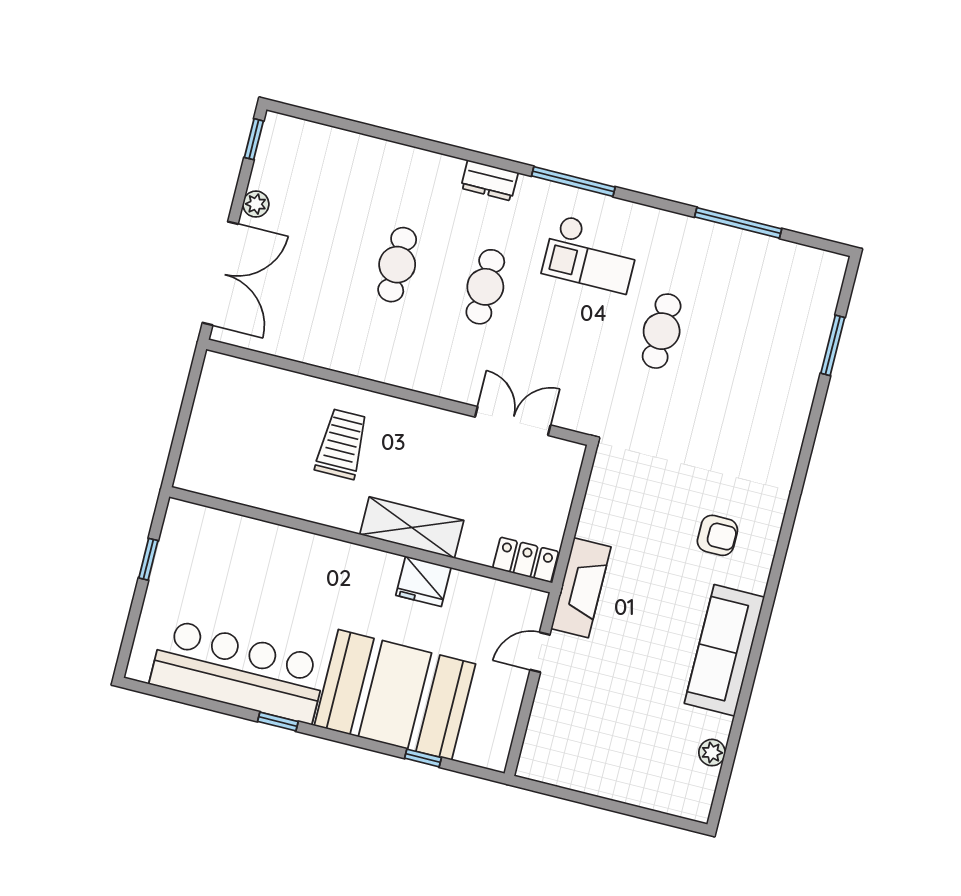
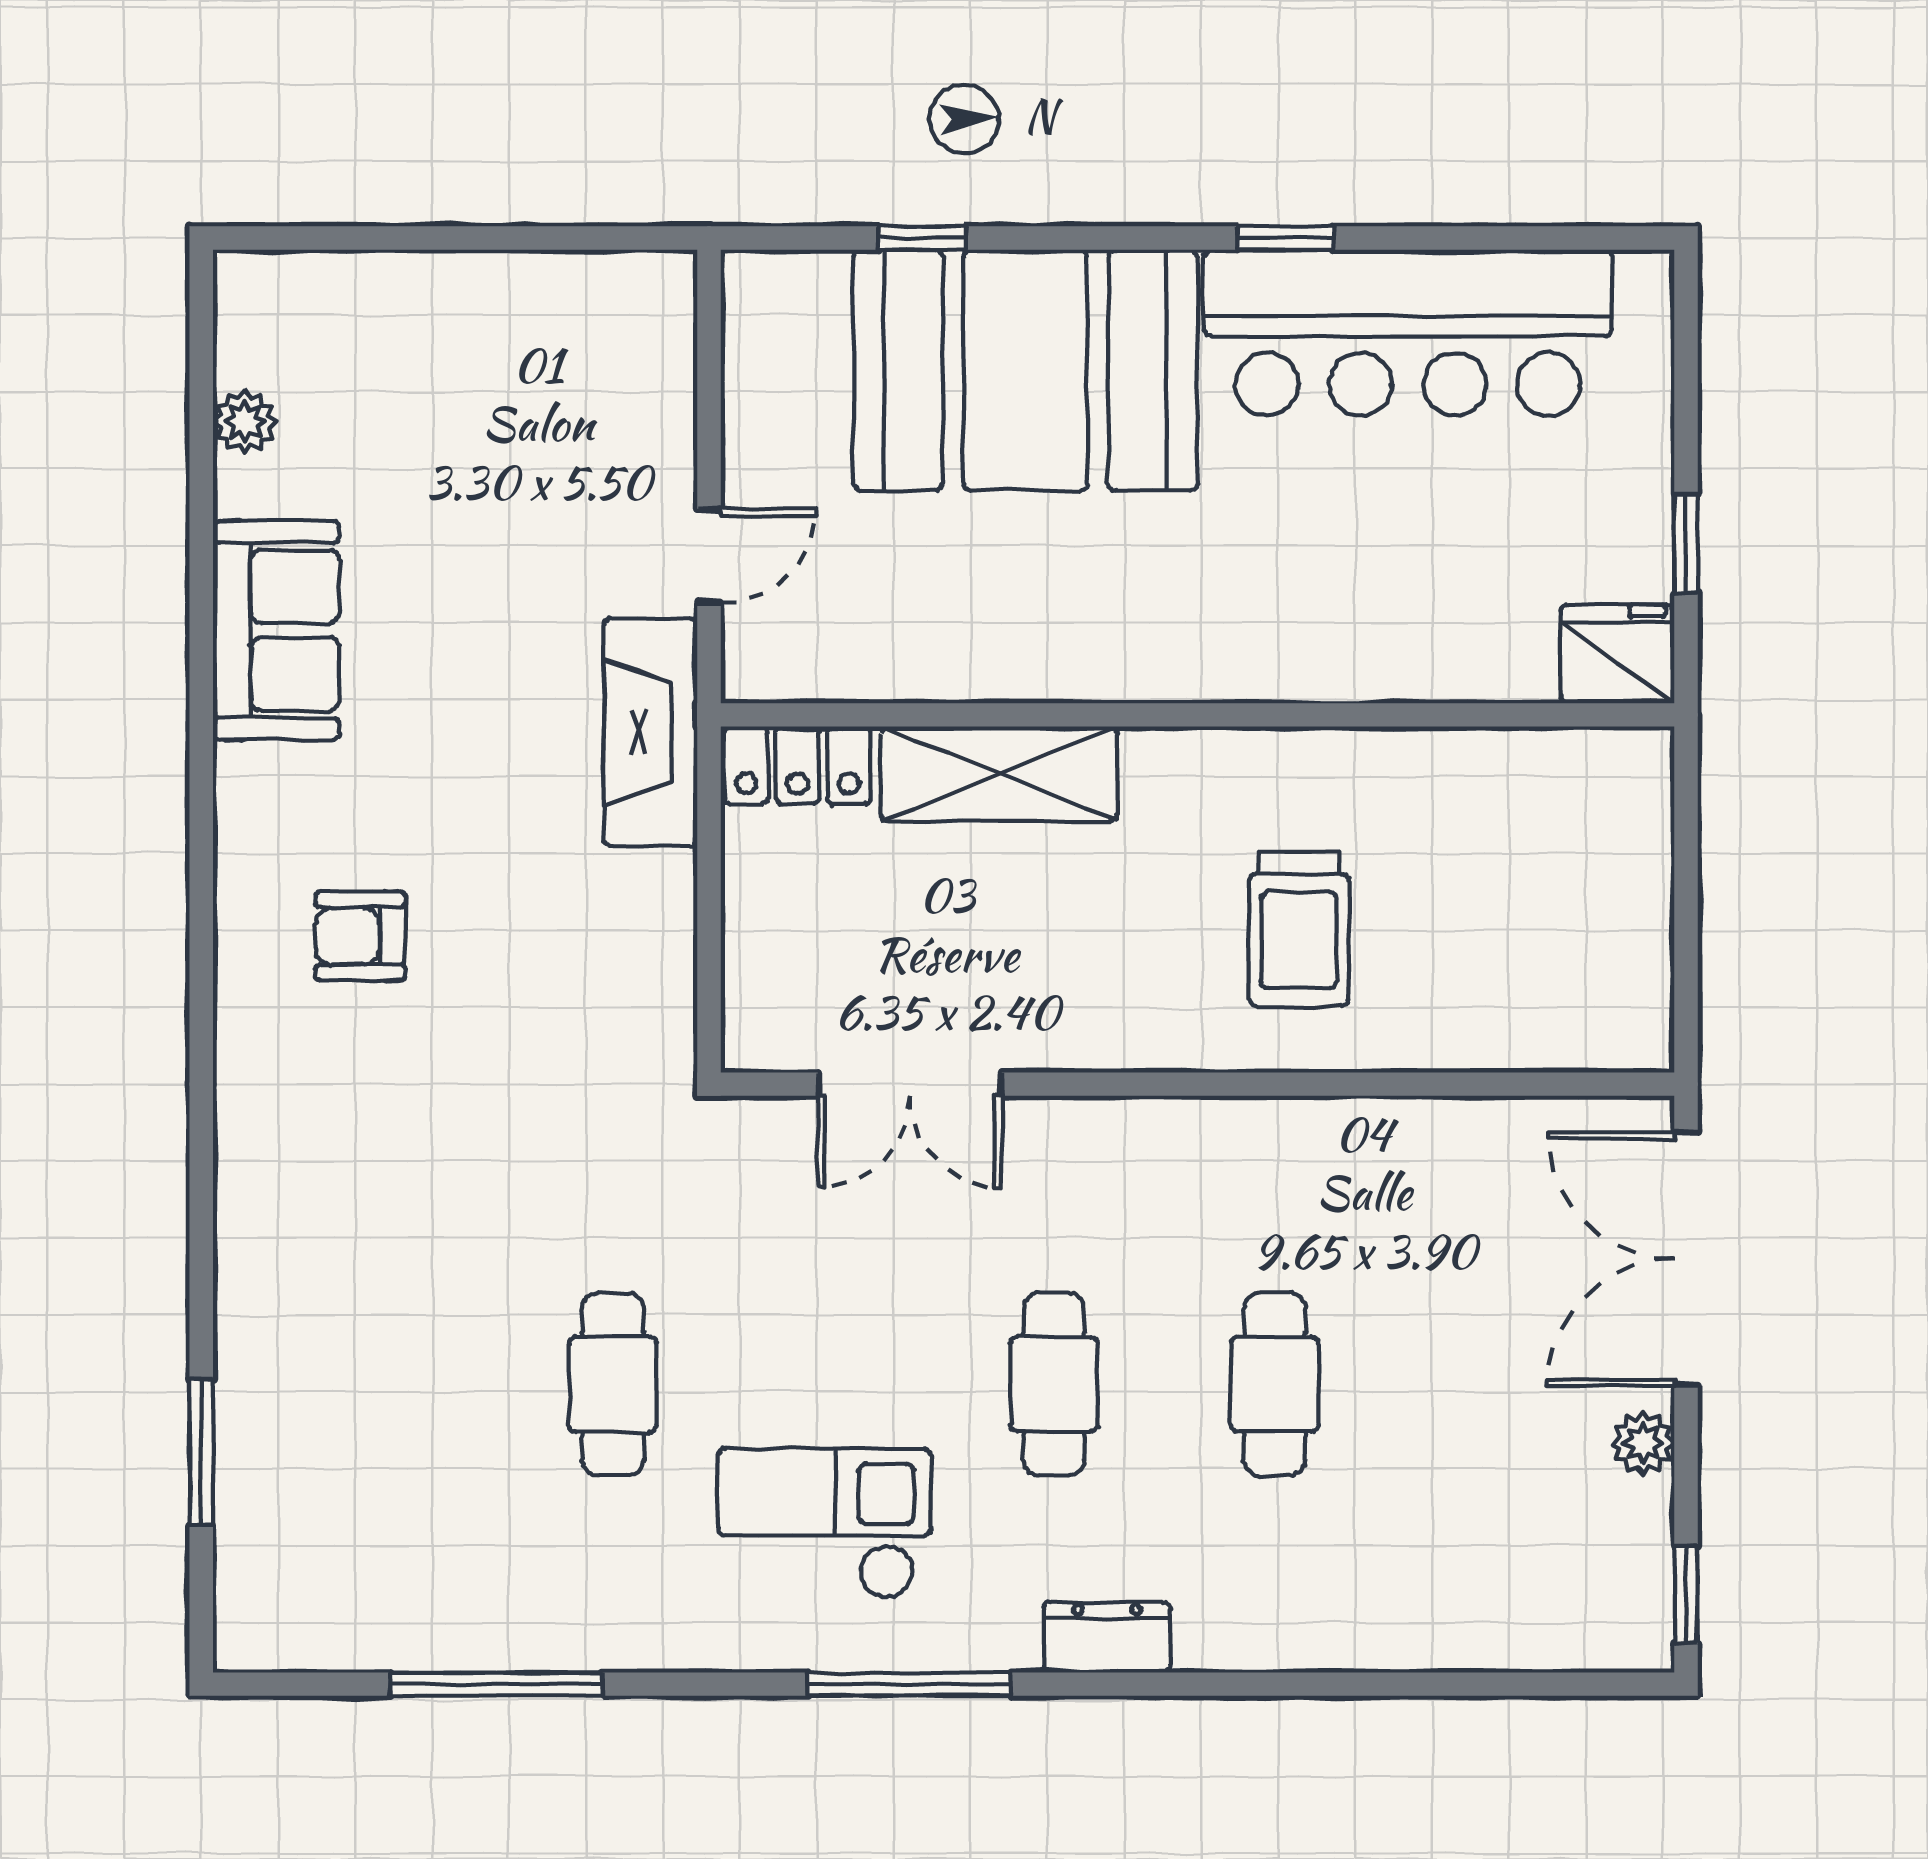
shelving: (412, 528) -> (999, 774), moved
fridge: (423, 581) -> (1617, 654), moved
sofa: (724, 650) -> (276, 630), width x0.73

